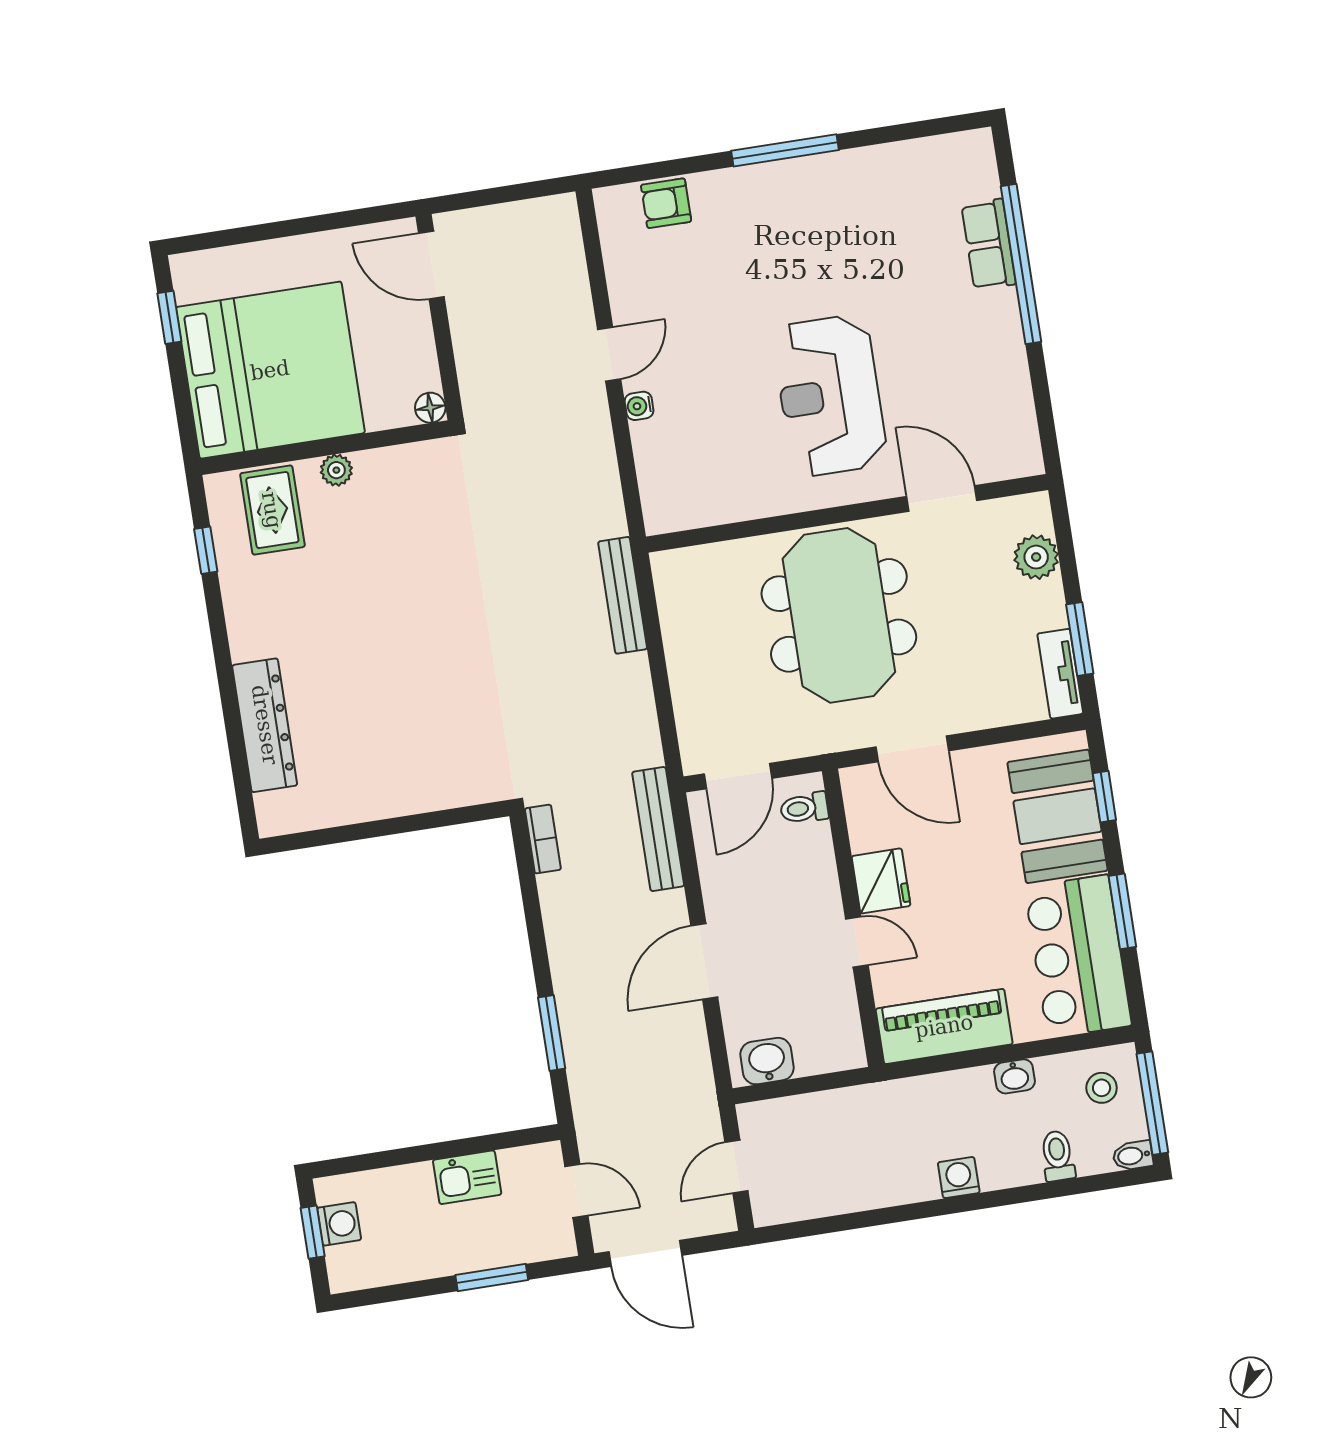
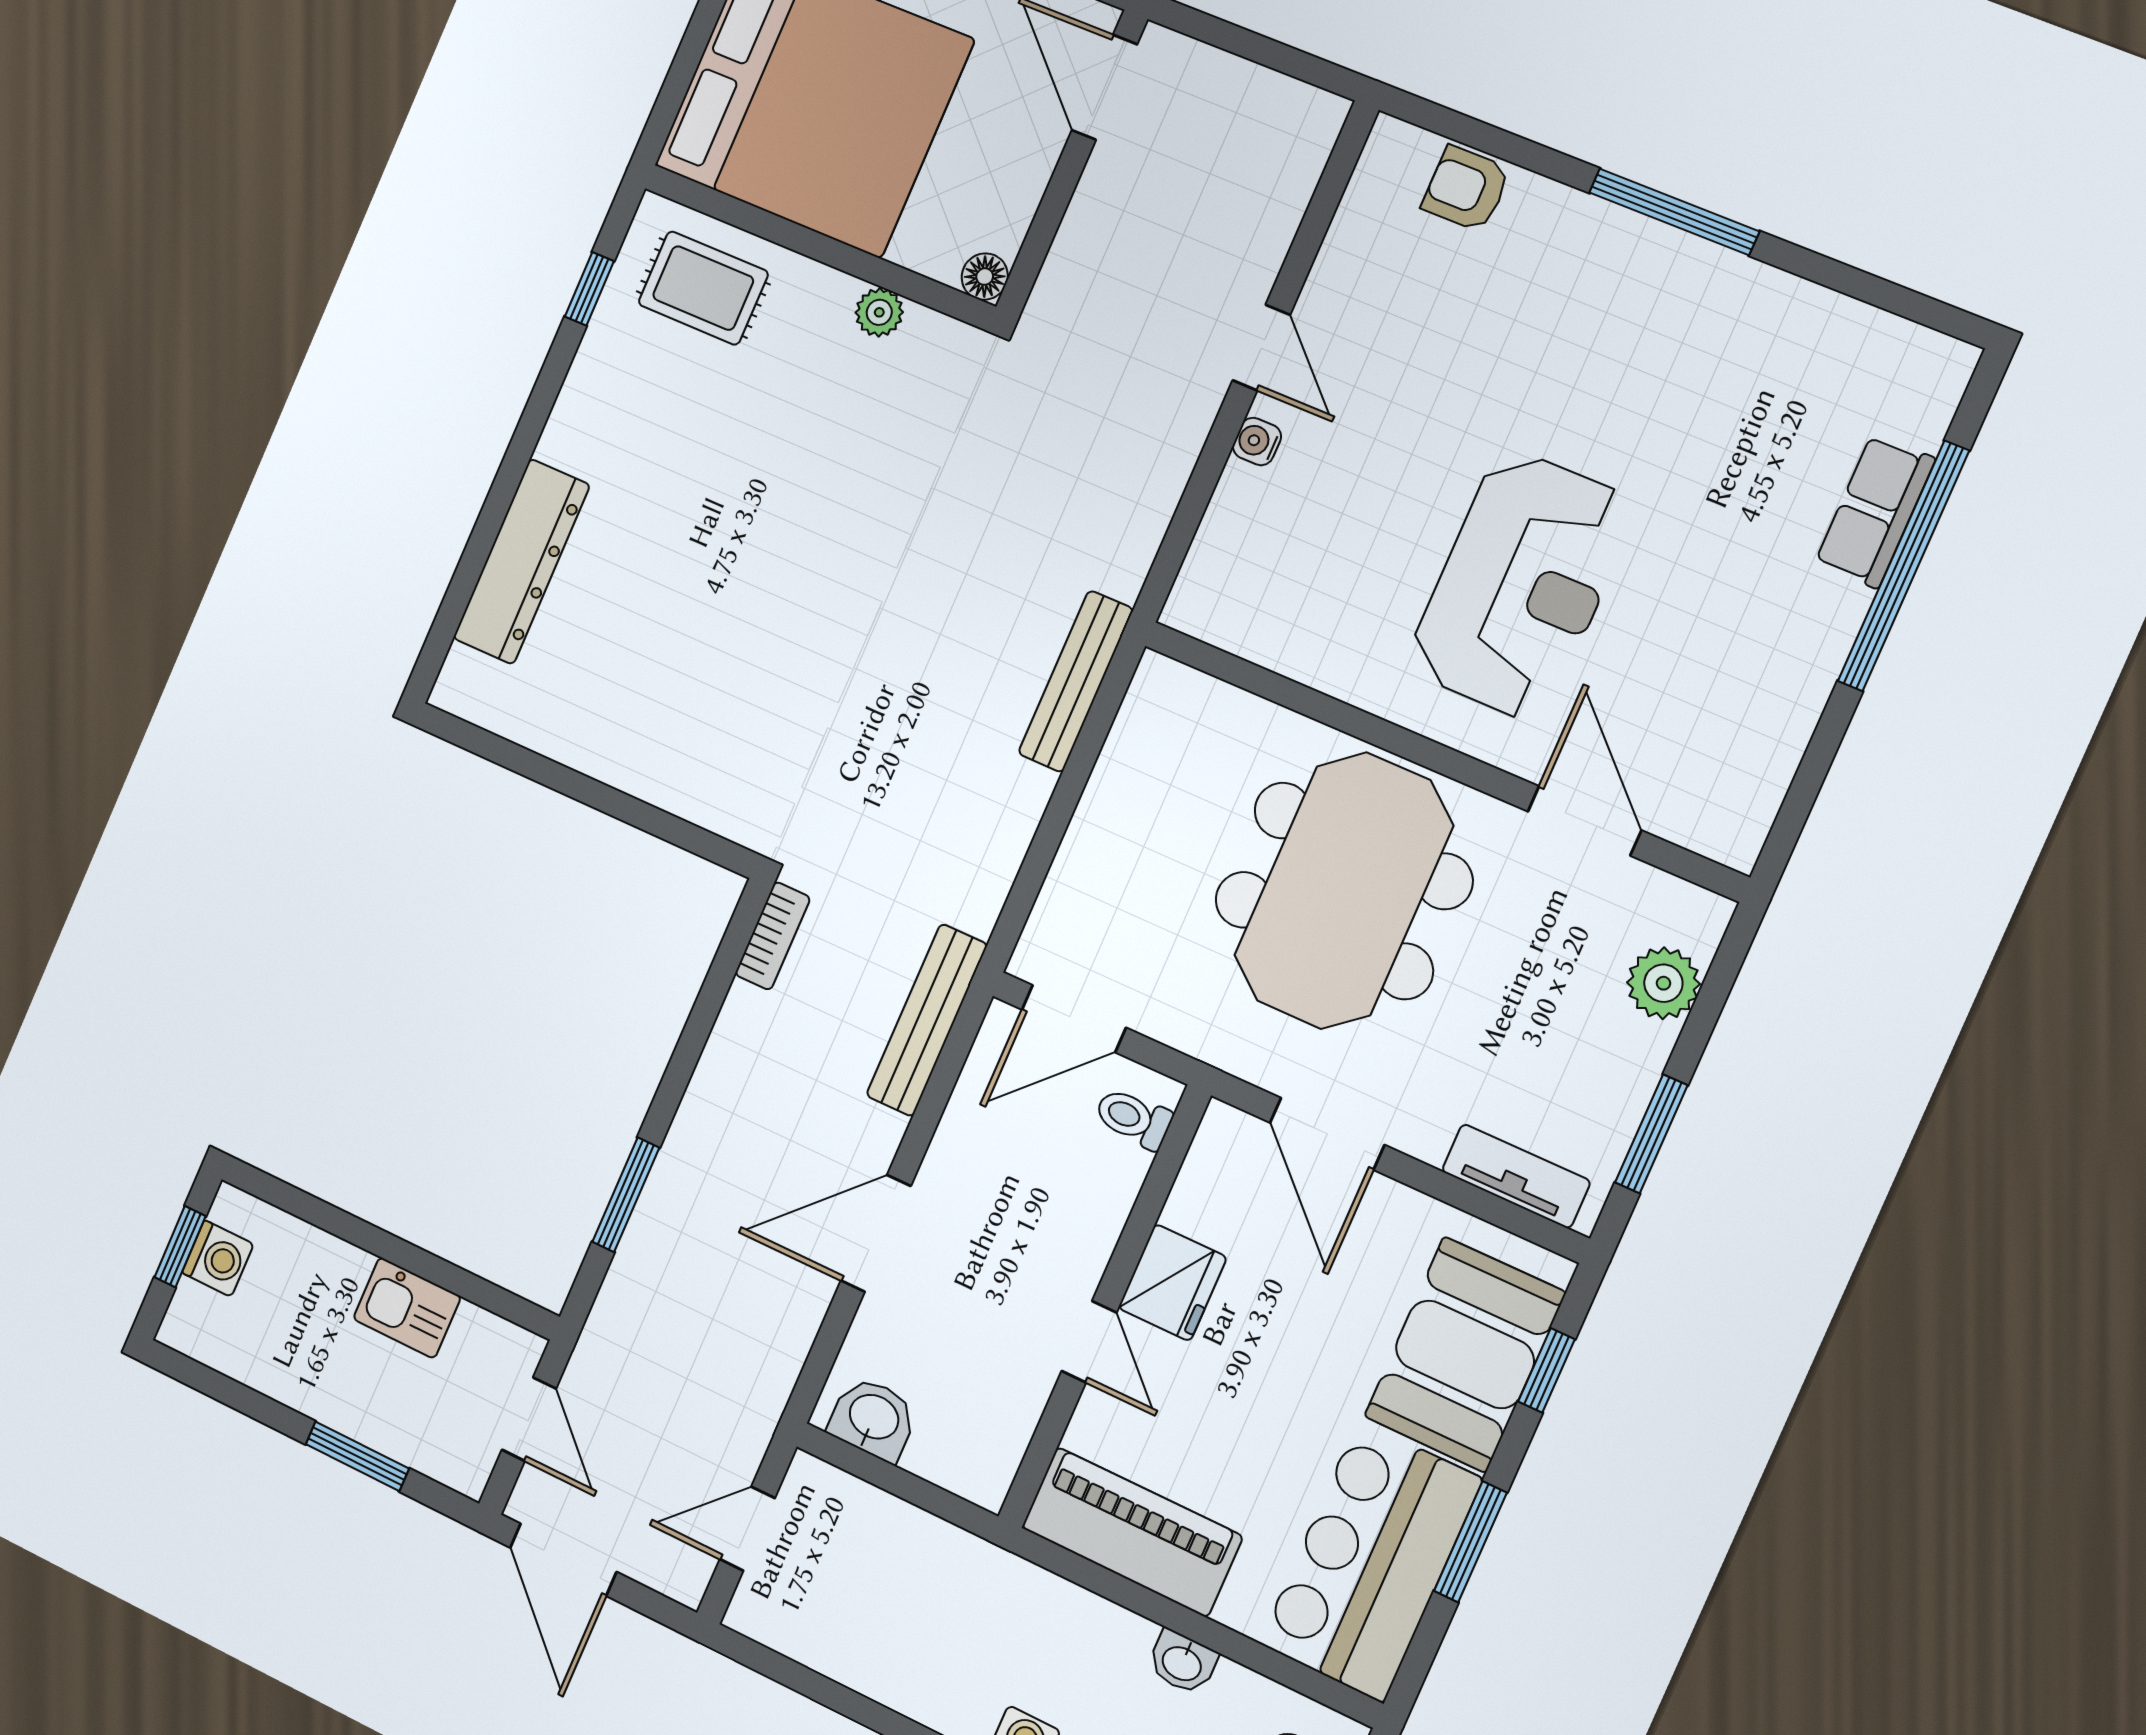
door: (609, 354) -> (1261, 348), hinge flipped
reception desk: (830, 396) -> (1521, 585), turned 180
plant: (336, 470) -> (879, 312), moved
rug: (272, 510) -> (703, 288), turned 90
tv unit: (1060, 674) -> (1516, 1176), moved, turned 90

